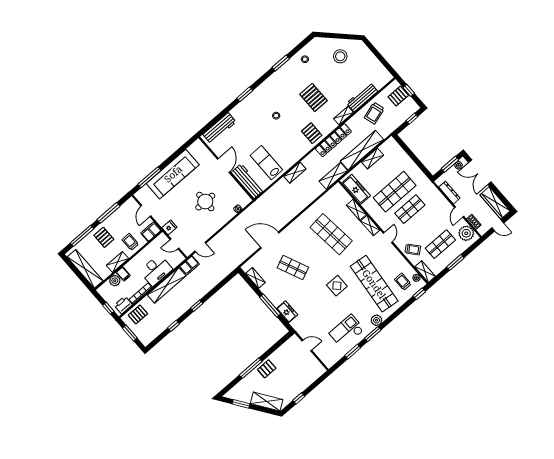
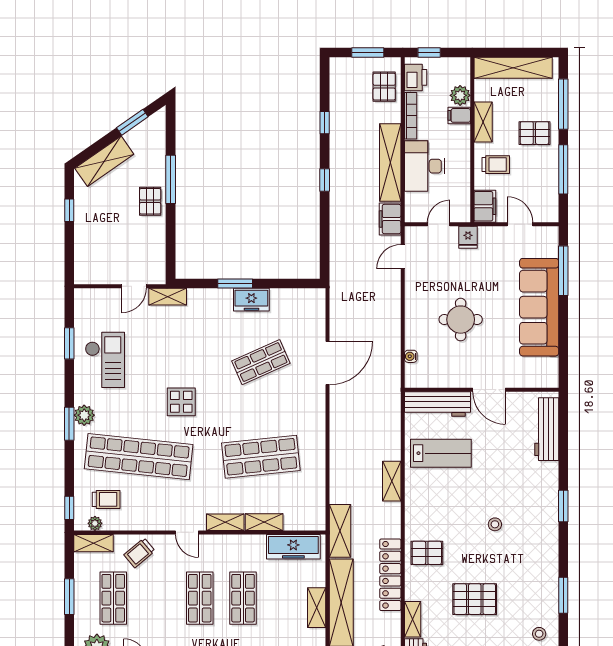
shop shelf: (395, 192) -> (243, 598), width x0.70, depth x0.74
shelving: (255, 278) -> (168, 297), moved
window: (270, 306) -> (235, 284), width x0.69
freezer: (287, 312) -> (251, 300), moved
window: (373, 334) -> (69, 424), moved

